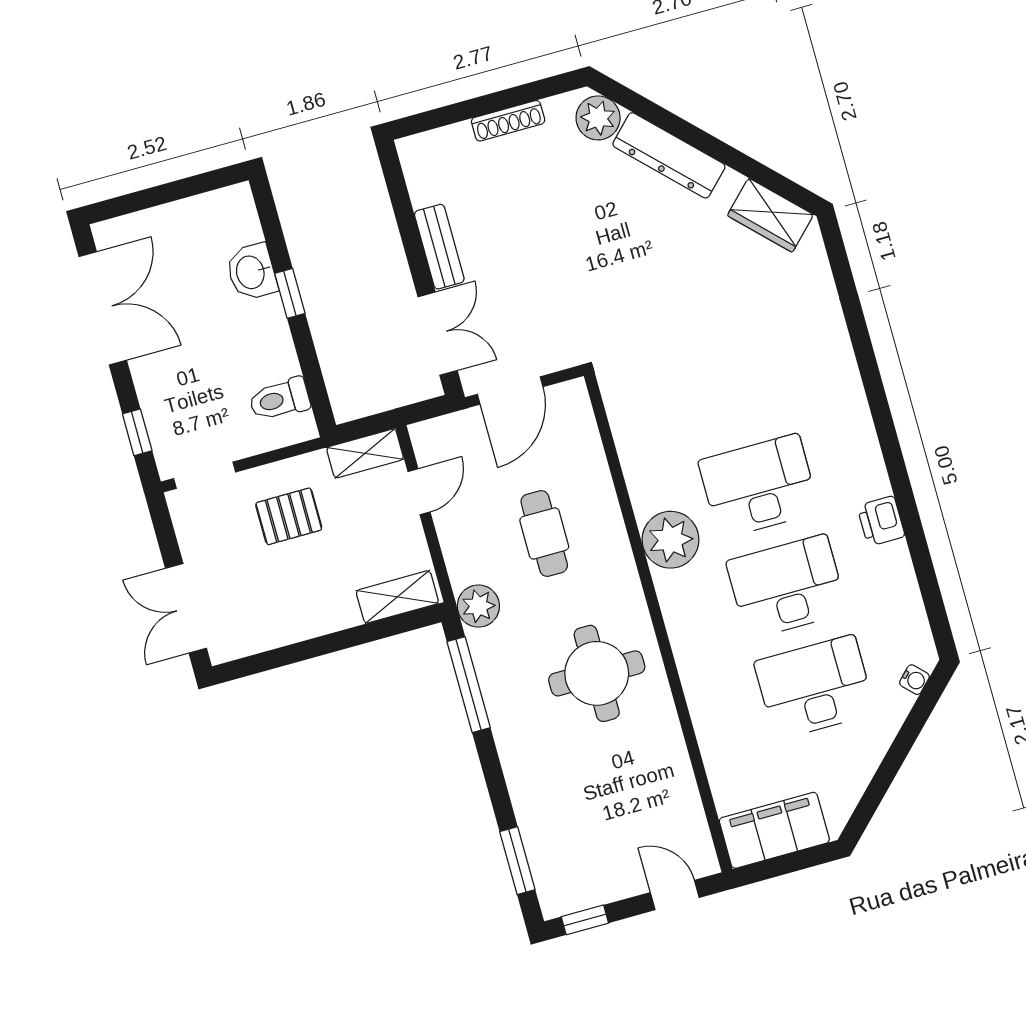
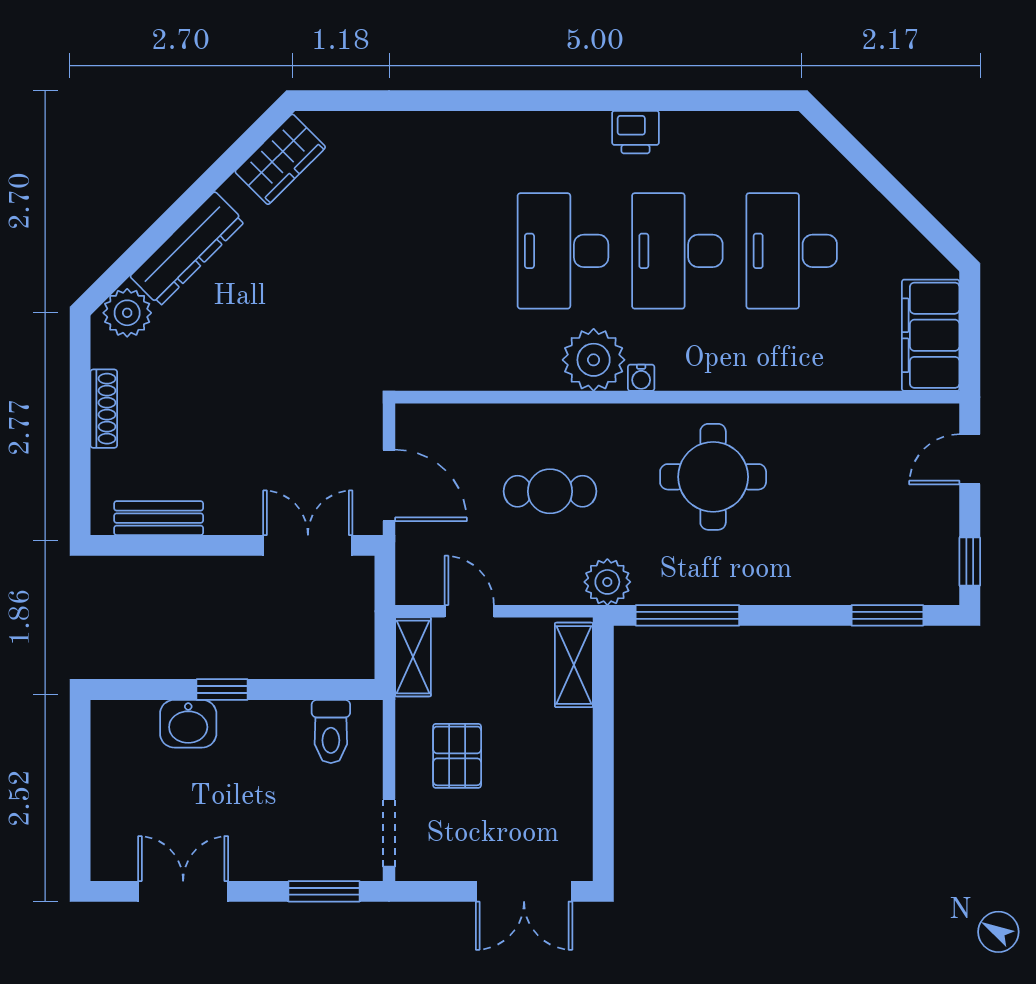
bench: (439, 247) -> (159, 518), moved
double door: (103, 308) -> (183, 891), width x0.73
window: (137, 432) -> (324, 891), width x1.50
water cooler: (914, 680) -> (641, 378), moved, turned 135

